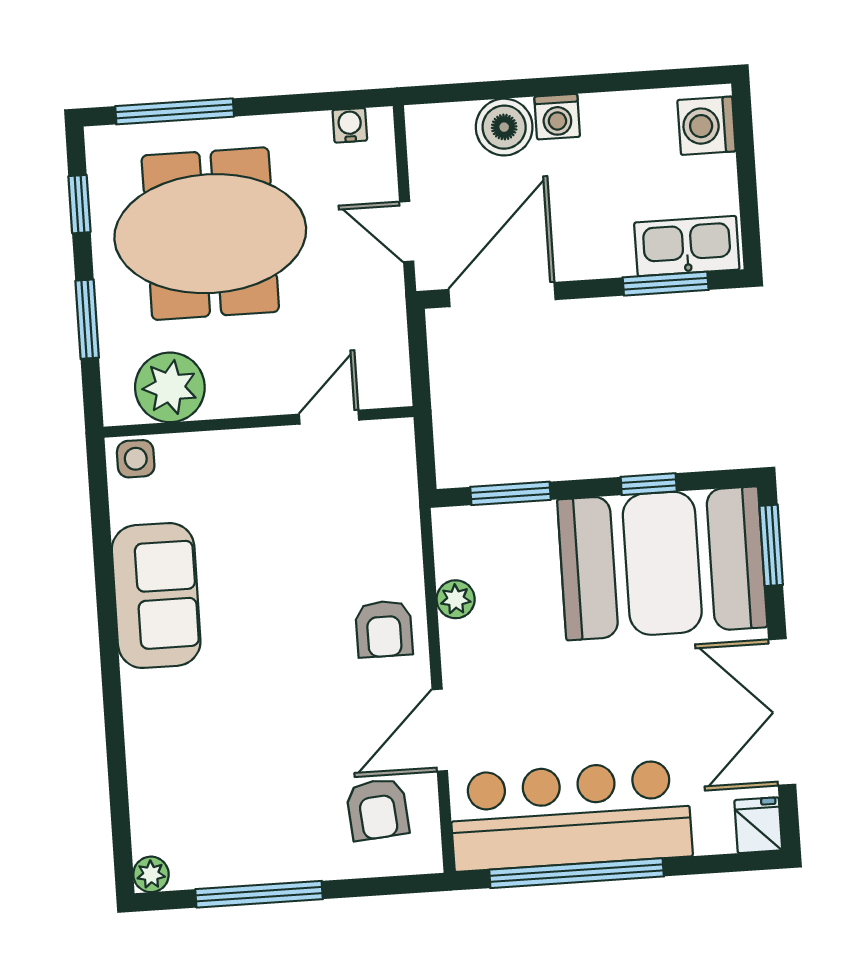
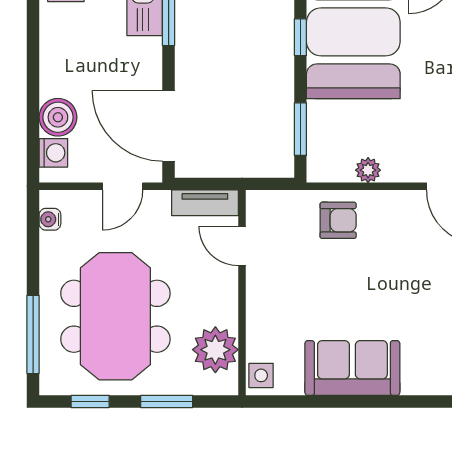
washing machine: (557, 117) -> (53, 153), moved
tv unit: (390, 357) -> (205, 203), added
armchair: (384, 629) -> (338, 220), moved

